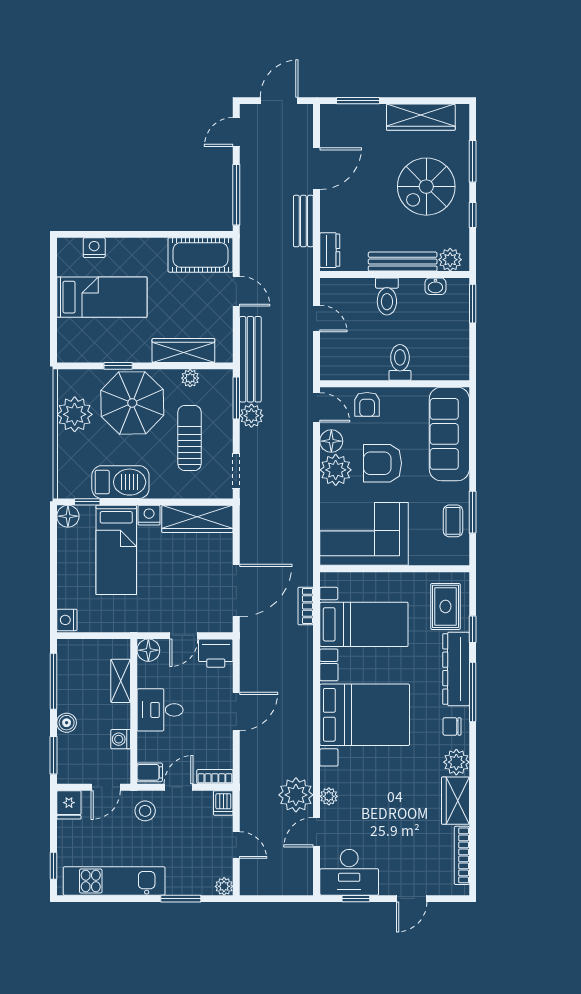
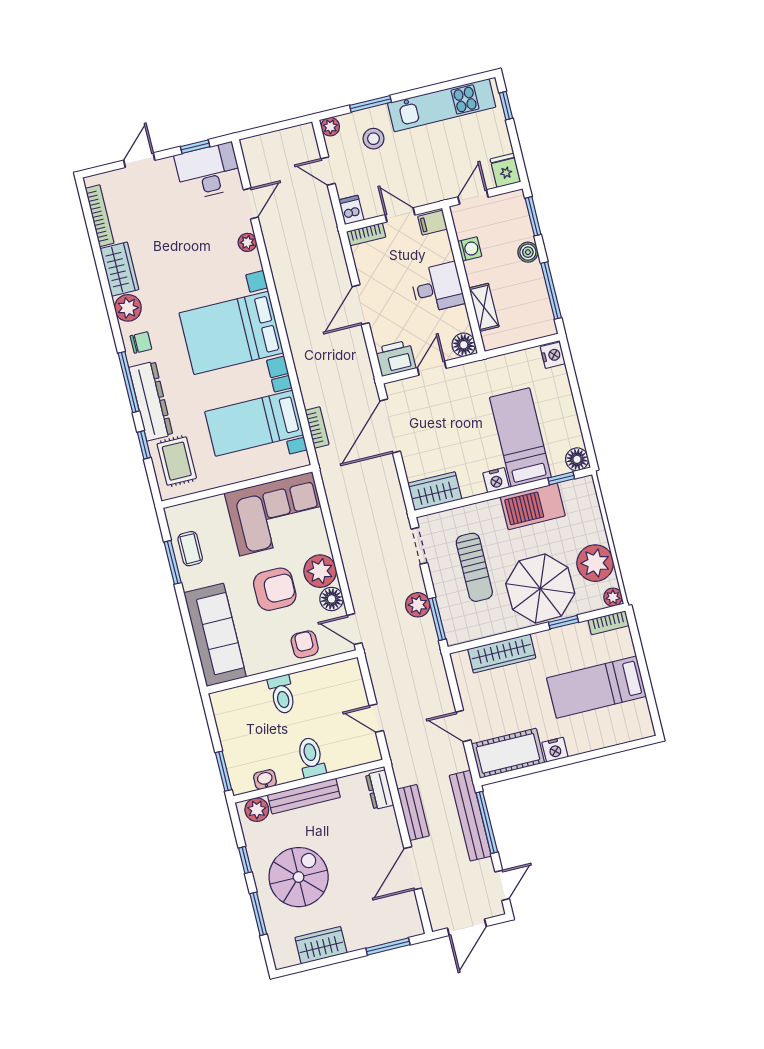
wardrobe: (421, 117) -> (321, 945), width x0.67
nightstand: (94, 248) -> (555, 750), moved
bookcase: (76, 355) -> (609, 623), added
bench: (250, 359) -> (470, 816), moved
plant: (190, 378) -> (613, 597), moved
wardrobe: (197, 519) -> (435, 491), width x0.67
door: (179, 787) -> (400, 215), swing flipped
plant: (296, 795) -> (281, 236), removed
stool: (145, 811) -> (373, 139), moved

